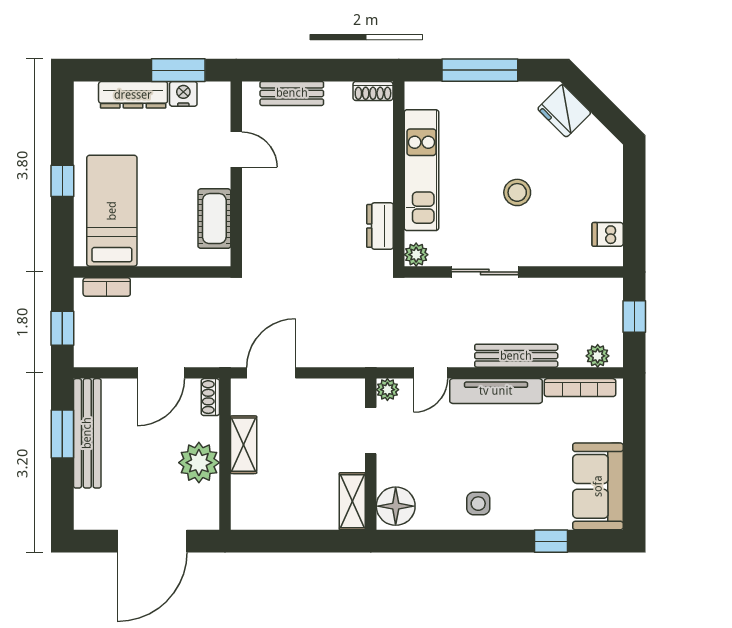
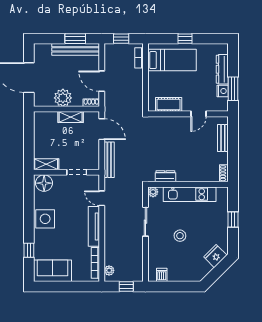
window: (480, 70) -> (233, 220), width x0.46
bench: (516, 356) -> (109, 160), moved
plant: (387, 390) -> (94, 179), removed
side table: (478, 504) -> (45, 219), width x1.87, depth x1.87

